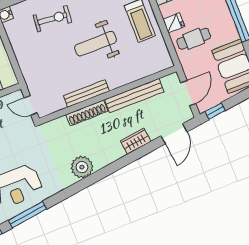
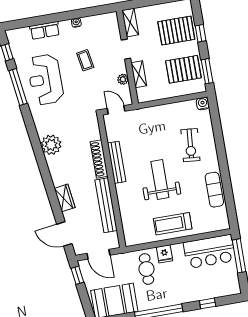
door: (31, 105) -> (116, 110), hinge flipped

